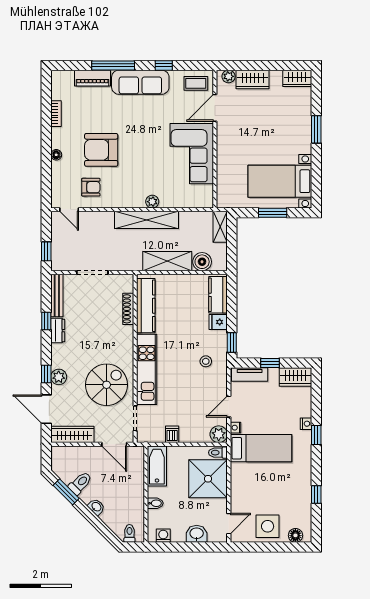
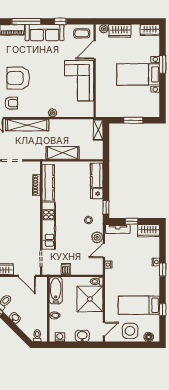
bed with nightstands: (280, 181) -> (138, 74), moved
shelving: (147, 220) -> (27, 125), moved
boiler: (202, 262) -> (86, 153), removed
spiral stairs: (107, 385) -> (22, 236), removed
plant: (219, 434) -> (97, 237), moved
bed: (261, 448) -> (139, 305), moved, turned 180

